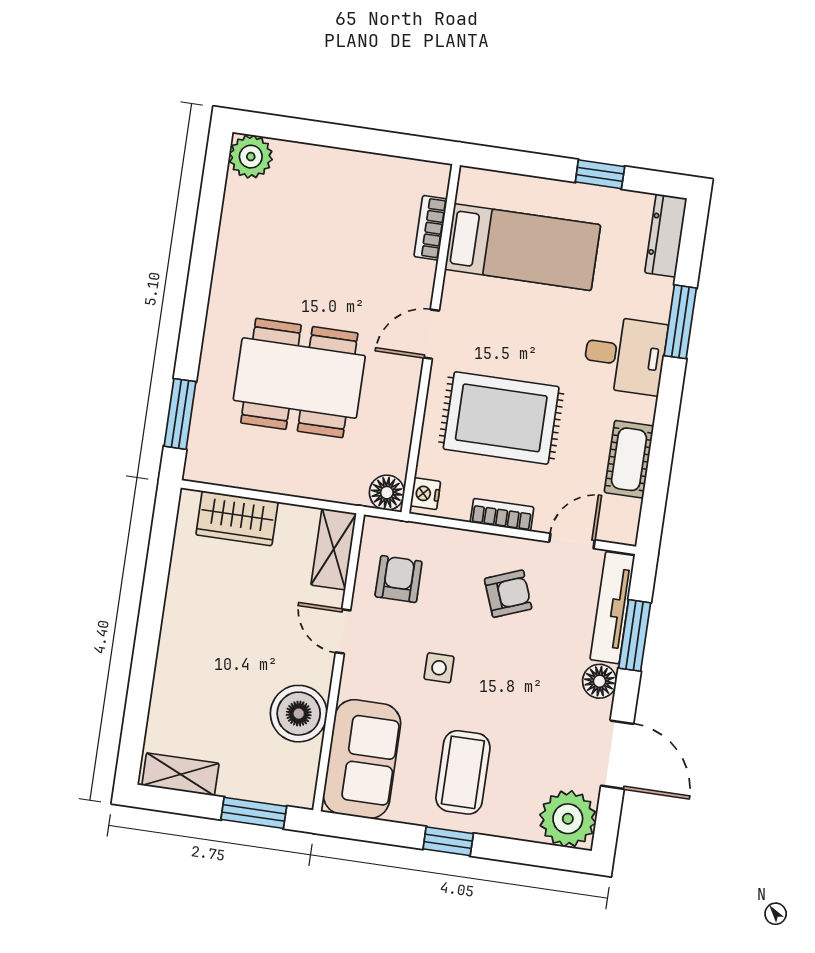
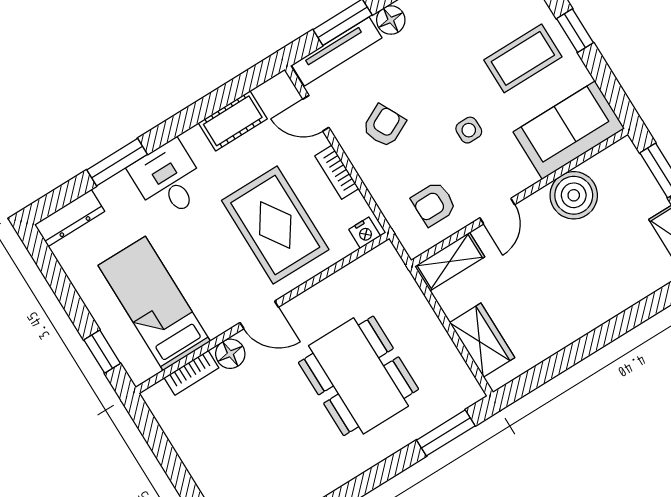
window: (600, 174) -> (102, 352), moved
floor lamp: (387, 493) -> (230, 354), moved
armchair: (508, 594) -> (384, 126), turned 84

